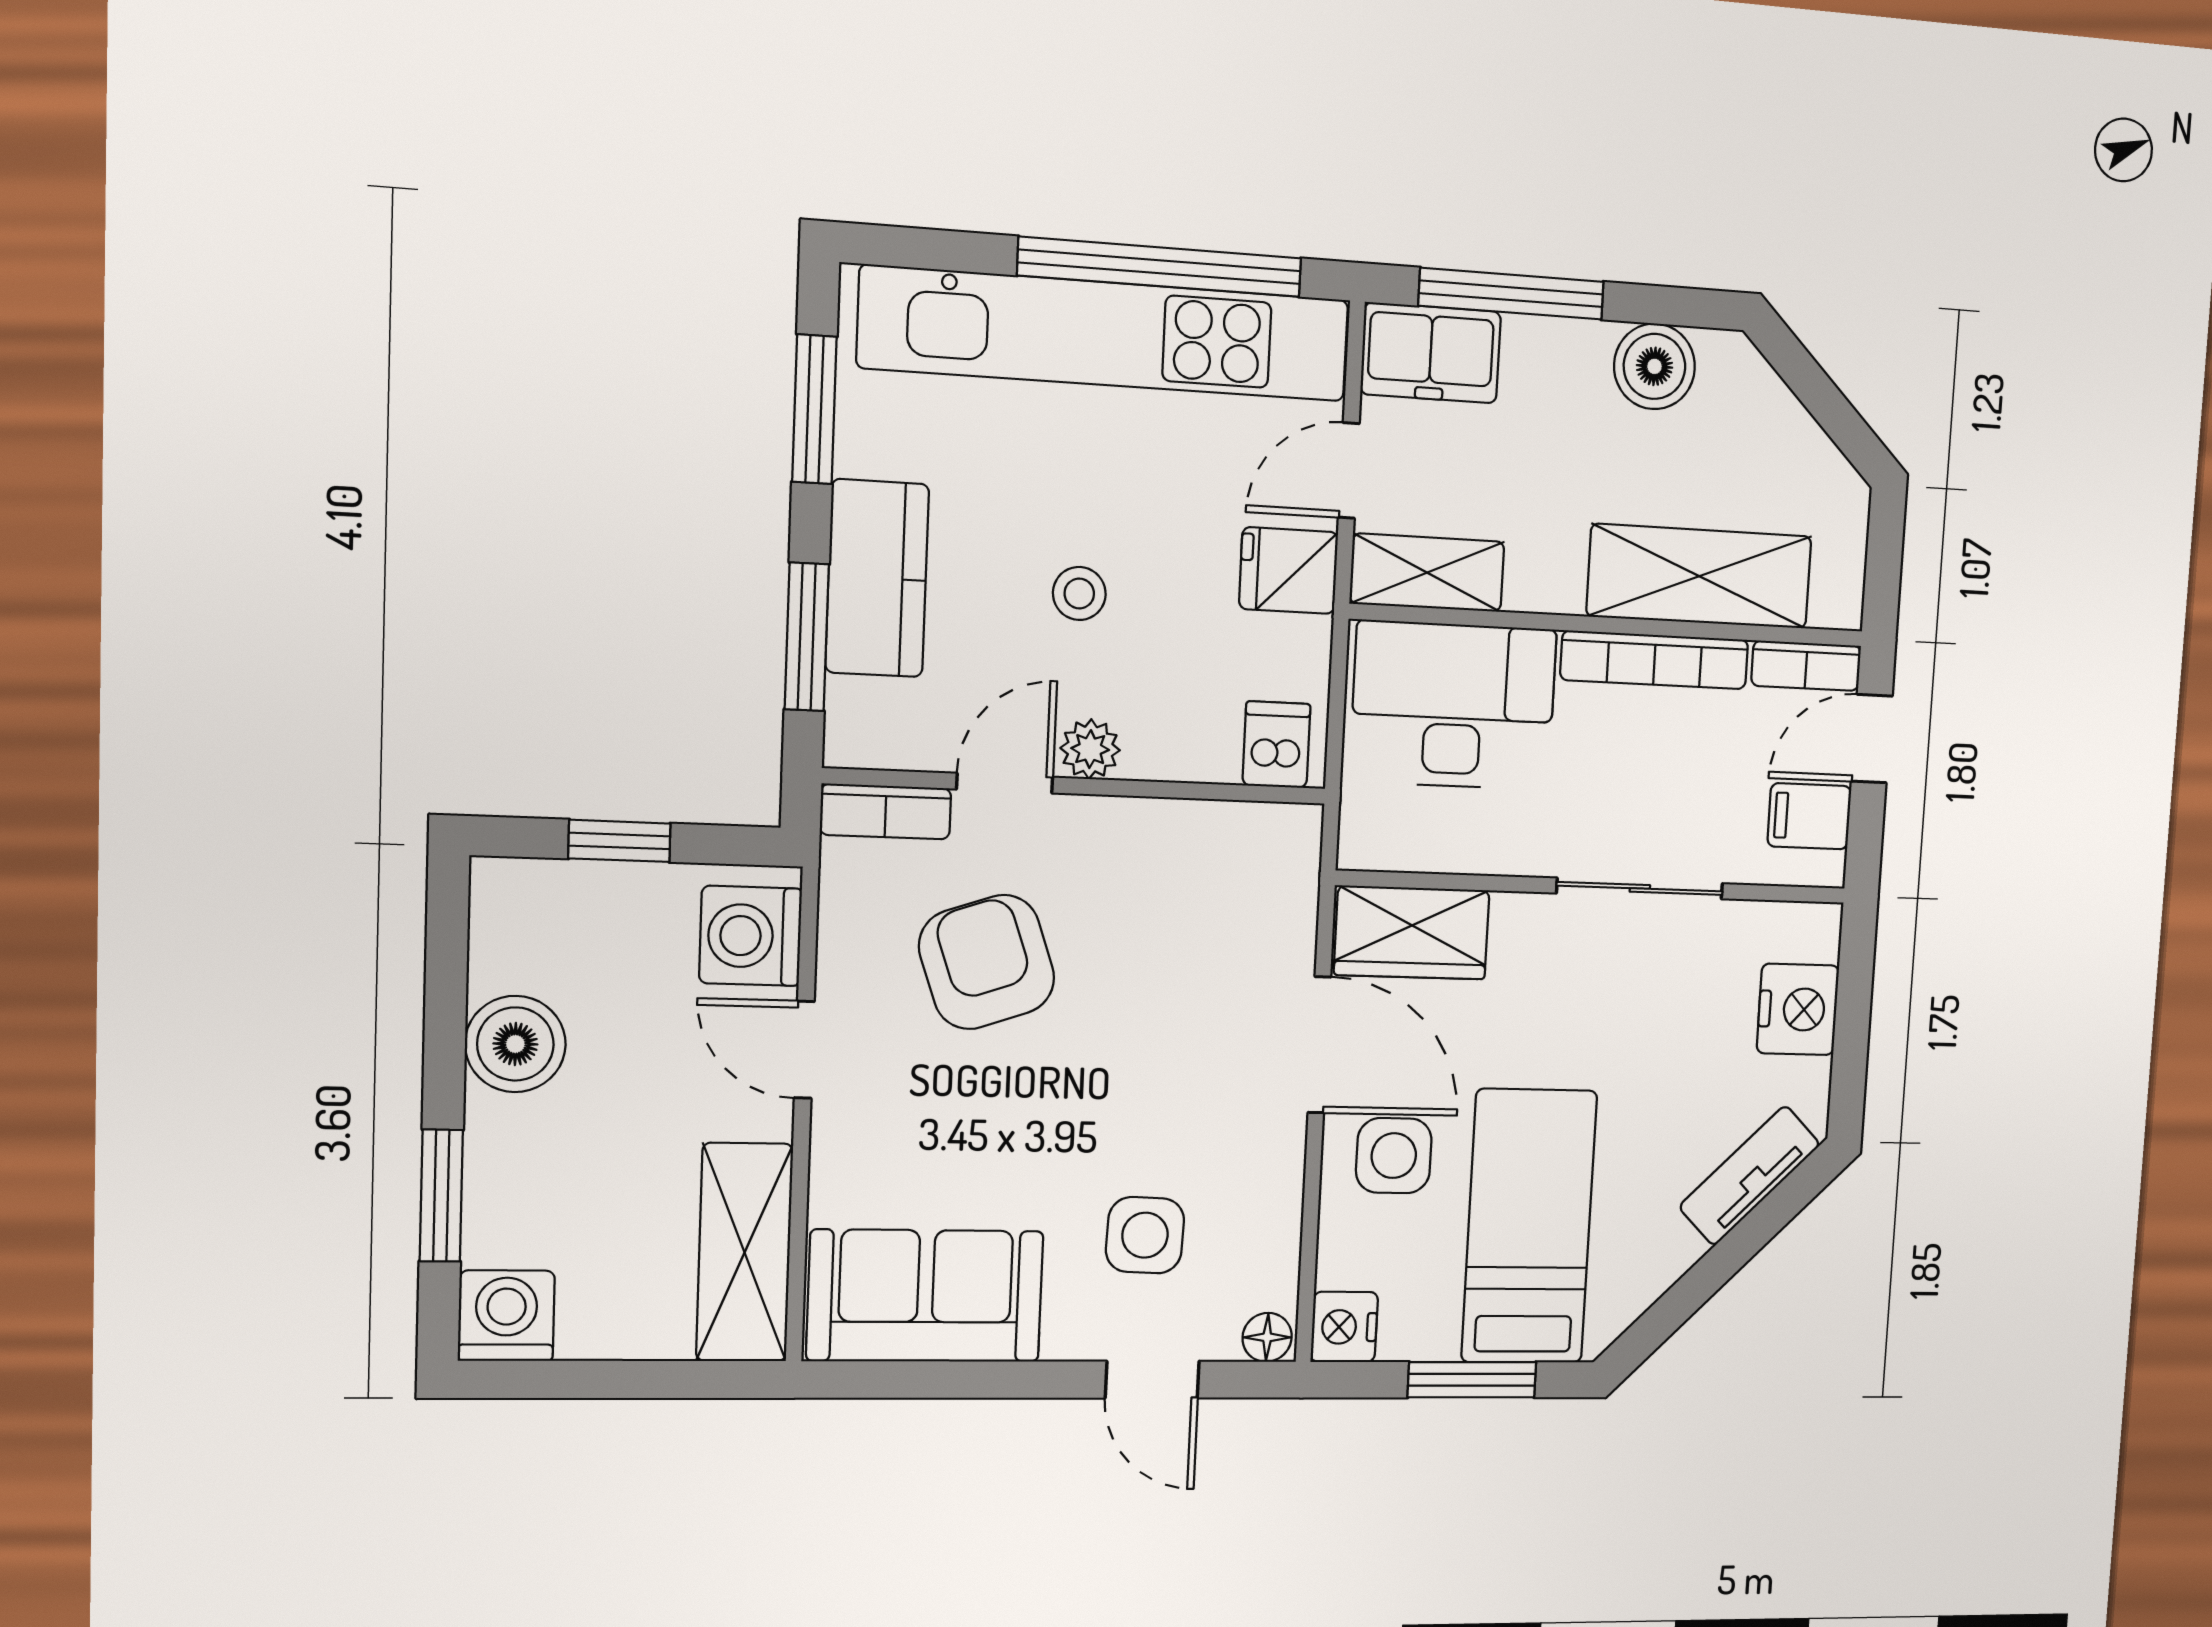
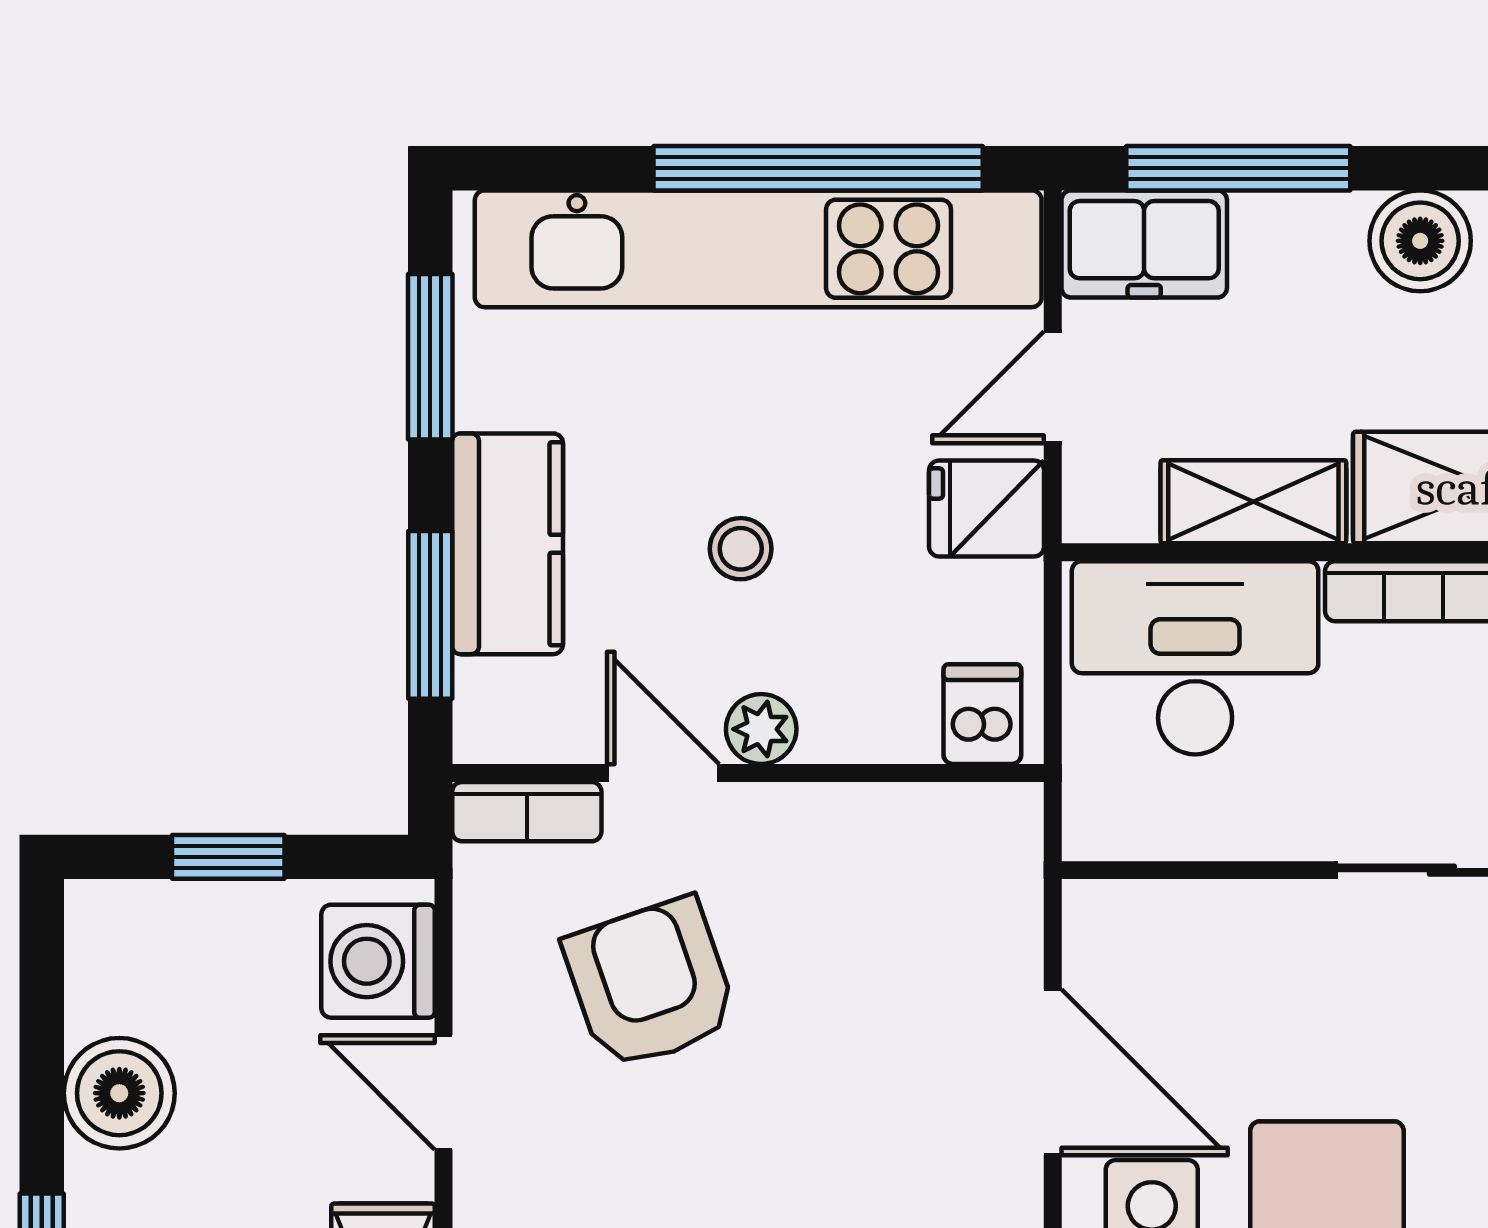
shelving: (1427, 573) -> (1253, 502), moved
door: (1005, 783) -> (663, 773), hinge flipped
wardrobe: (1412, 933) -> (1159, 933), removed

